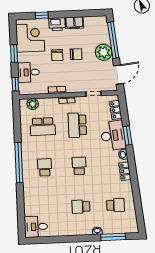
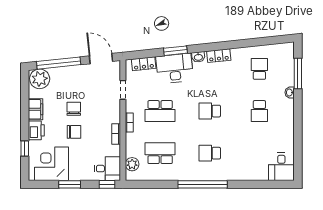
plant: (104, 52) -> (40, 79), moved
desk: (29, 72) -> (107, 169), moved, turned -90
school desk: (43, 127) -> (160, 153), turned -90

